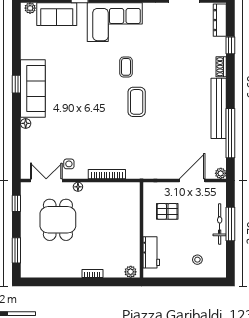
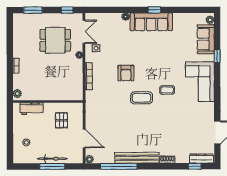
window: (230, 45) -> (195, 166), moved
armchair: (103, 123) -> (126, 73), added

